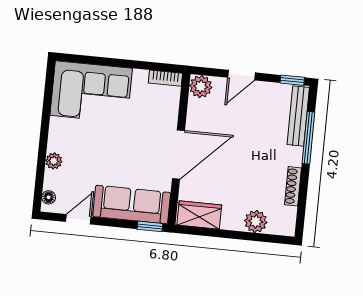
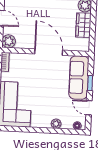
wardrobe: (199, 215) -> (83, 25), moved
window: (150, 226) -> (90, 83), moved

